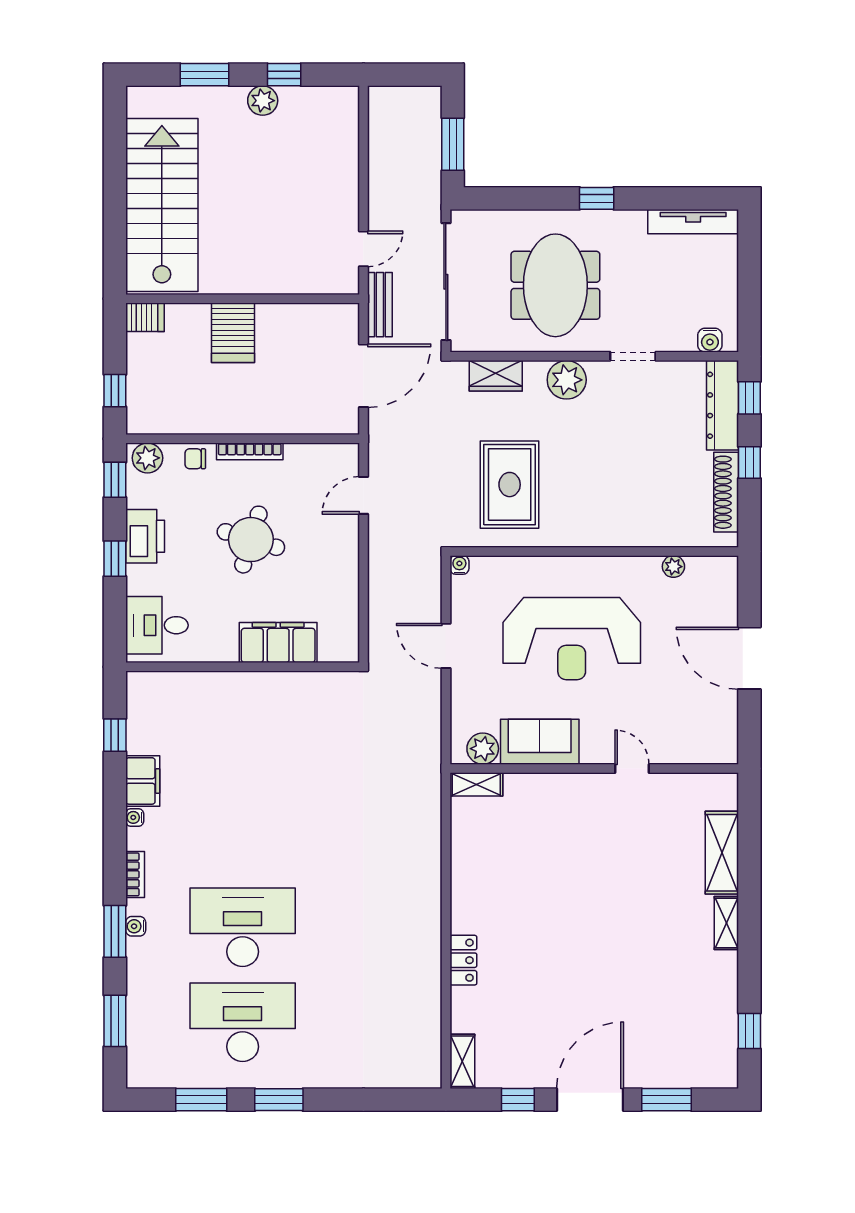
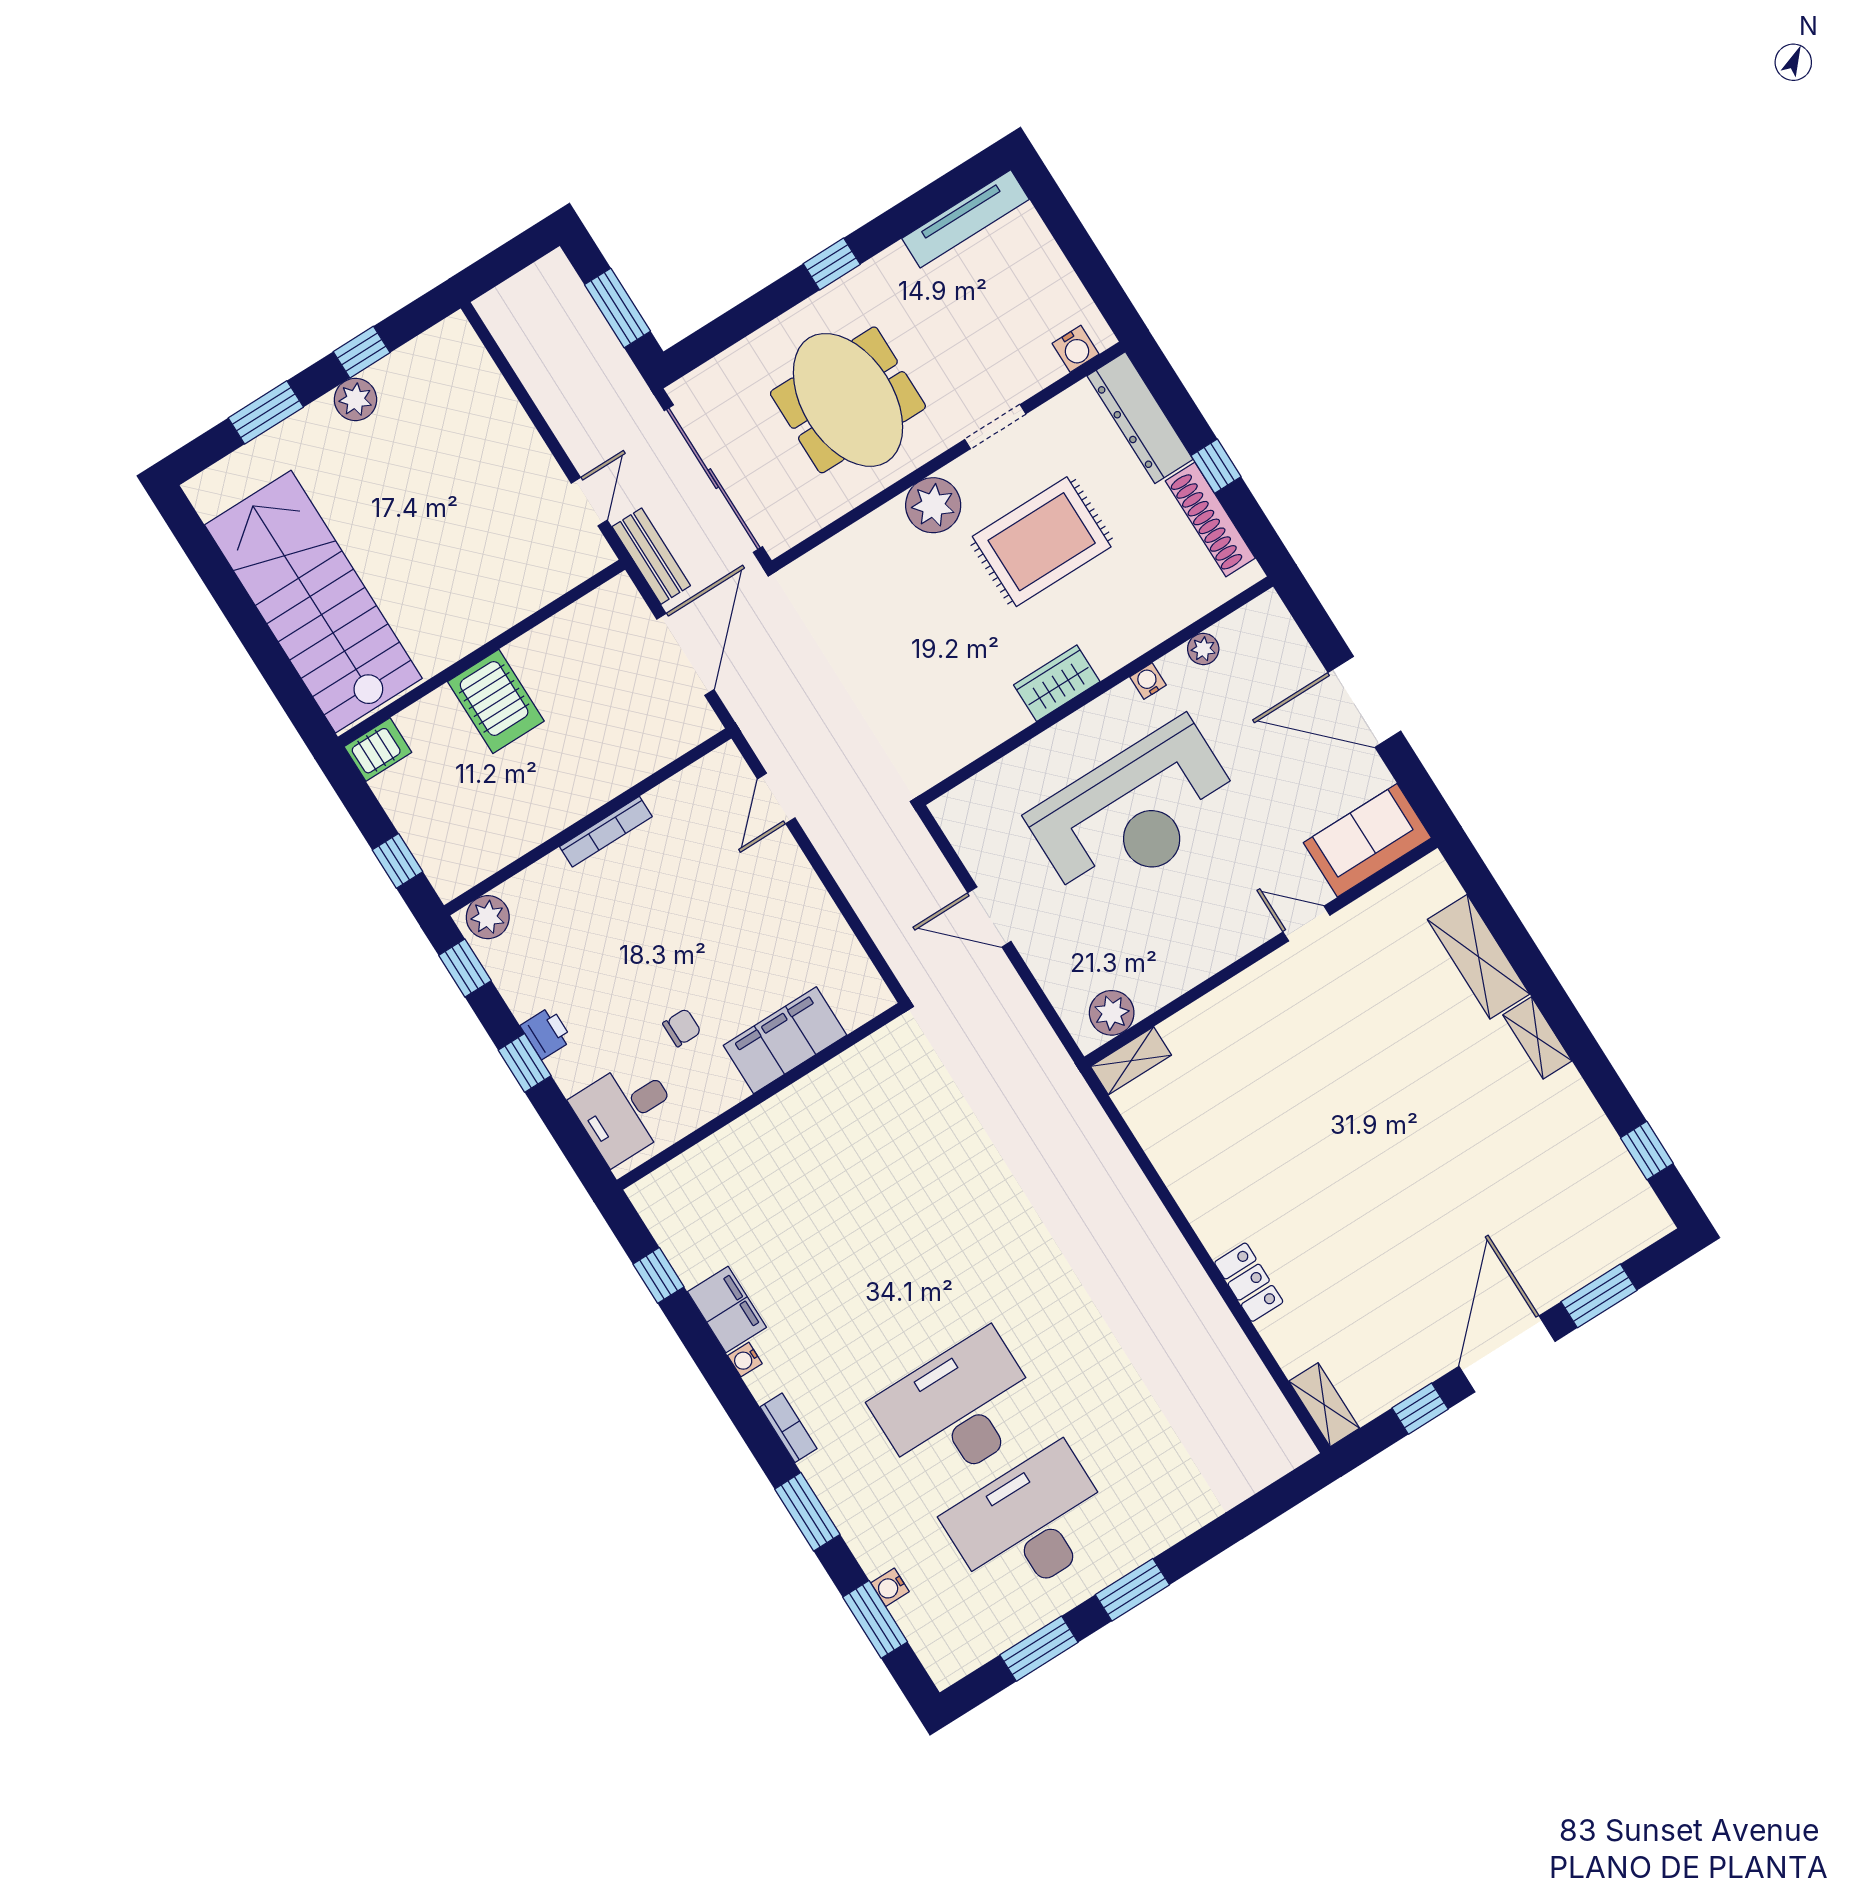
wardrobe: (496, 376) -> (1057, 683), moved, turned 180
window: (749, 398) -> (1167, 388), removed
chair: (195, 459) -> (682, 1028), moved, turned 180
rug: (510, 485) -> (1042, 542), moved, turned 90
printer: (145, 536) -> (546, 1033), width x0.53, depth x0.68
round table: (251, 540) -> (674, 937), removed
water cooler: (459, 565) -> (1148, 681), moved
sofa: (540, 742) -> (1367, 840), moved
water cooler: (136, 926) -> (890, 1587), moved

